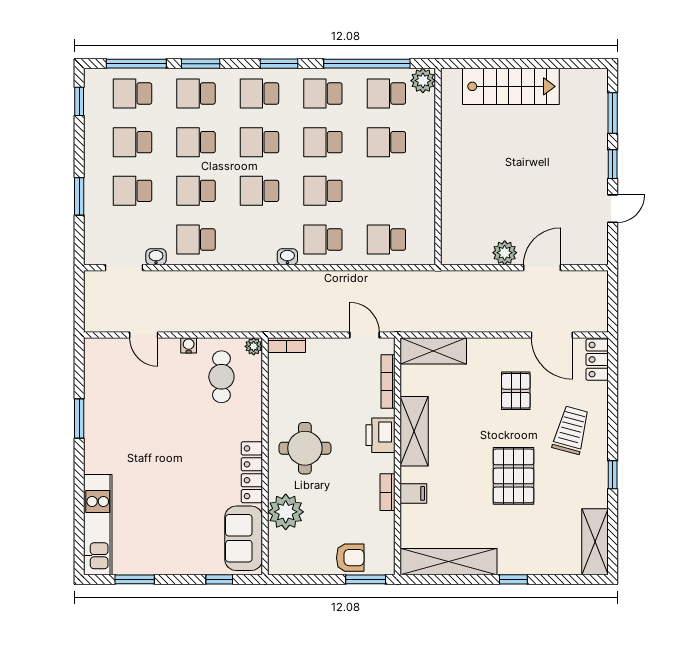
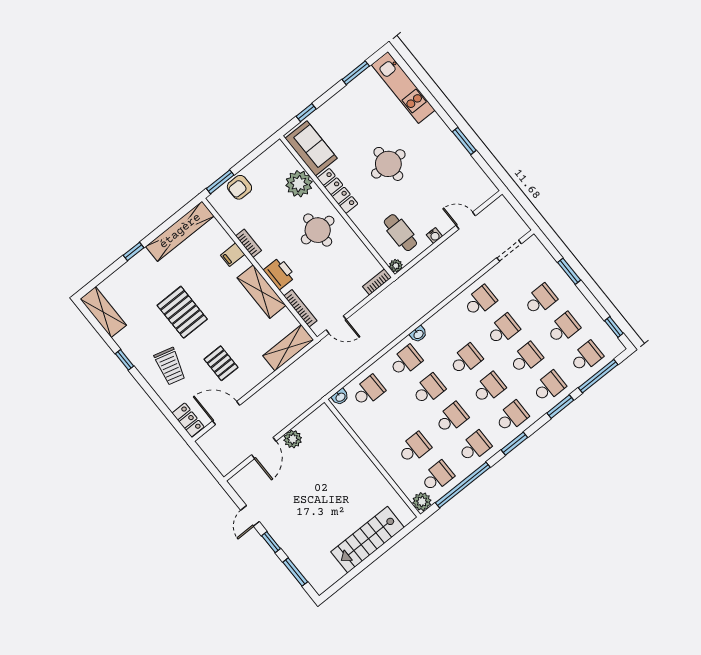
washbasin: (156, 257) -> (340, 397), moved
round table: (177, 458) -> (388, 164), added

